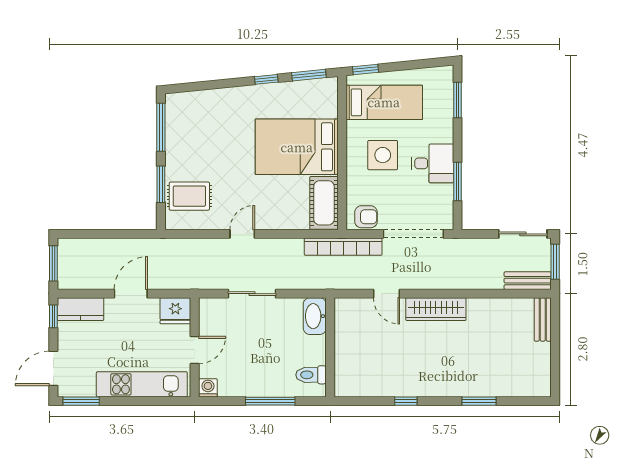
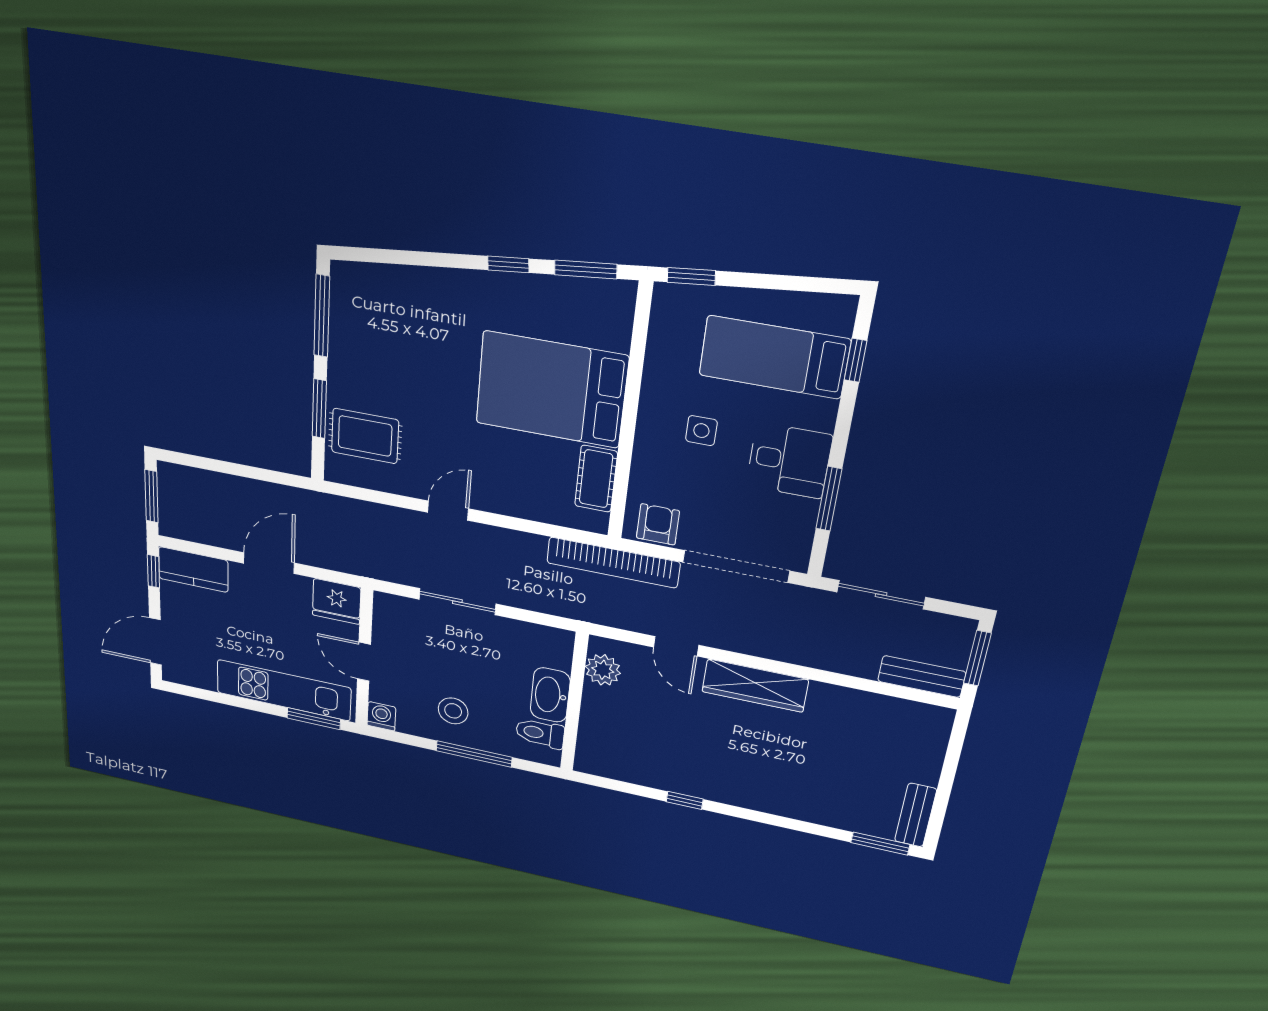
window: (457, 100) -> (856, 360), width x0.67
bed: (384, 102) -> (774, 357), moved, turned 180
side table: (383, 155) -> (701, 431), width x0.54, depth x0.54
cot: (324, 203) -> (596, 479), width x0.73, depth x0.75
armchair: (366, 217) -> (658, 524), turned -90
sliding door: (523, 234) -> (881, 595), moved
washbasin: (315, 316) -> (550, 695), moved
bench: (543, 319) -> (916, 815), moved
plant: (345, 320) -> (603, 670), added
door: (195, 350) -> (364, 662), swing flipped
stool: (254, 372) -> (453, 711), added
window: (81, 401) -> (314, 719), moved
window: (479, 401) -> (880, 844), moved

